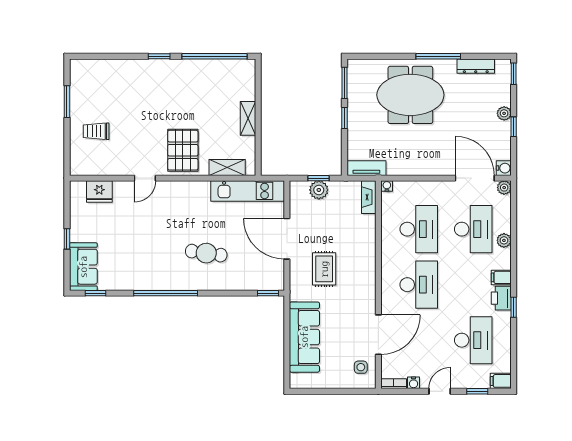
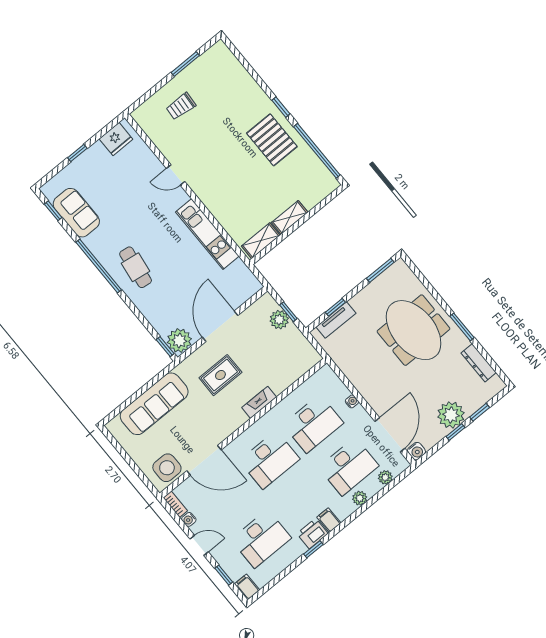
window: (438, 56) -> (462, 327), width x0.69
window: (514, 74) -> (480, 412), moved
plant: (504, 113) -> (451, 415), width x1.88, depth x1.88
window: (344, 118) -> (335, 307), moved
trolley: (96, 131) -> (181, 106), turned -86
pallet: (183, 150) -> (272, 140), moved, turned 90
shelving: (227, 167) -> (261, 241), moved, turned 90
tv unit: (366, 168) -> (336, 320), moved, turned 90
water cooler: (387, 186) -> (352, 401), moved
plant: (504, 188) -> (385, 477), moved
fridge: (99, 191) -> (116, 139), moved, turned -90
kitchen unit: (248, 191) -> (207, 234), moved
fireplace: (369, 197) -> (259, 402), moved
cafe table: (206, 253) -> (136, 267), moved
sofa: (83, 267) -> (76, 213), moved, turned -90
plant: (272, 279) -> (179, 341), added
side table: (361, 367) -> (167, 468), width x1.87, depth x1.87

